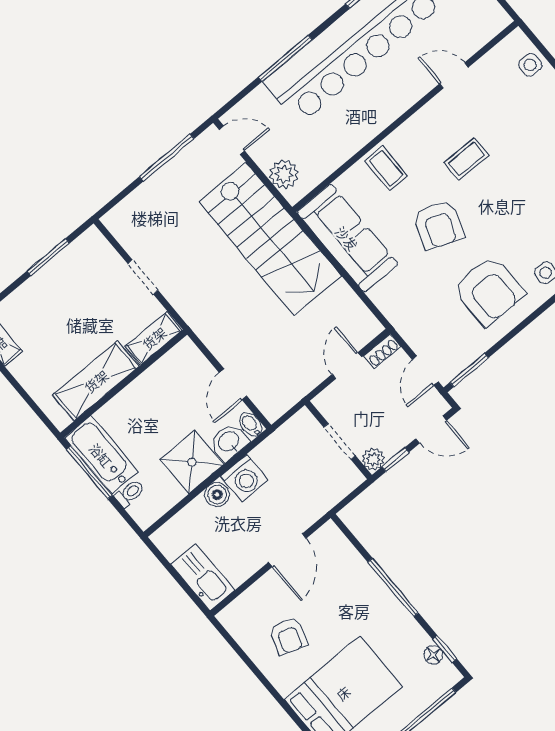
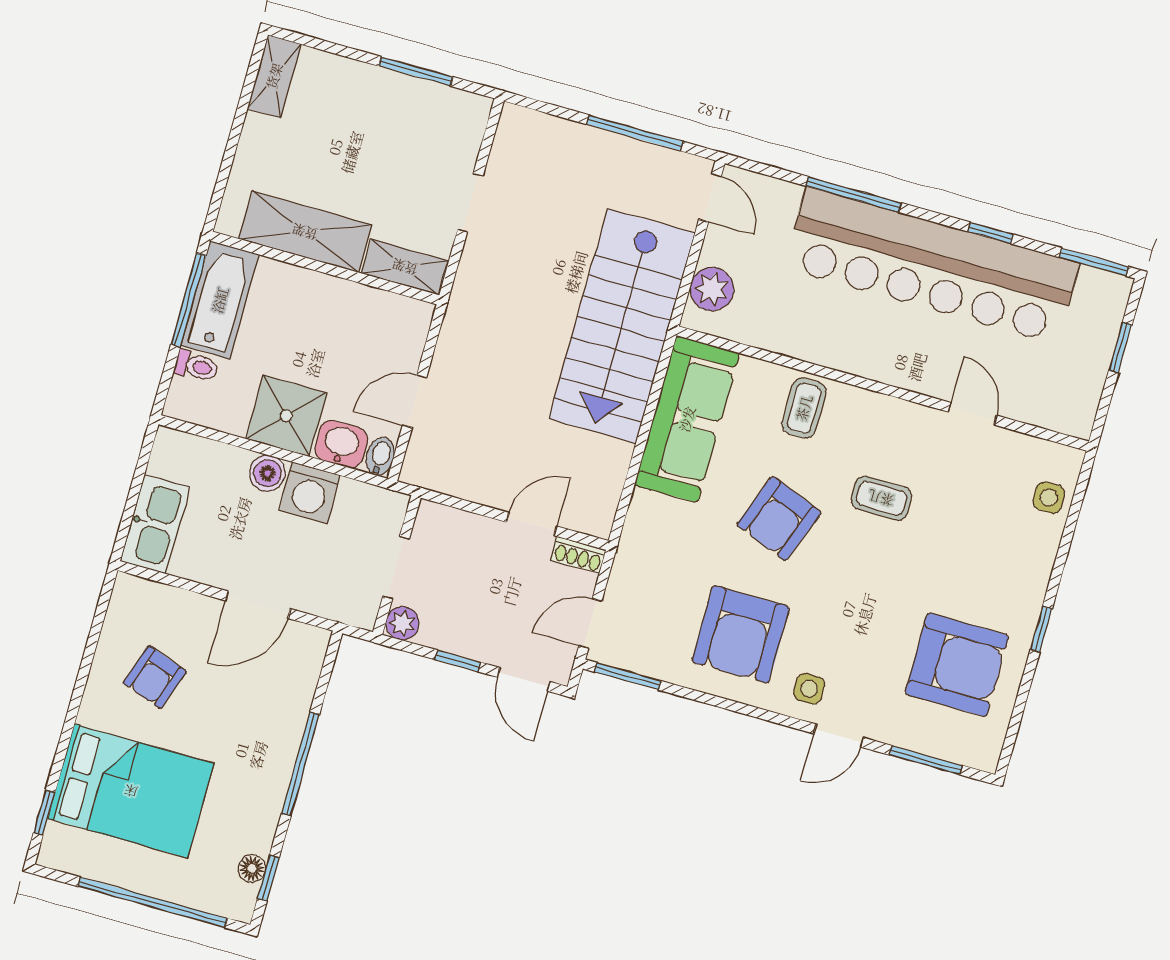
wall: (338, 440) -> (397, 565), moved
doorway: (340, 441) -> (396, 568), moved
plant: (373, 459) -> (402, 623), moved

